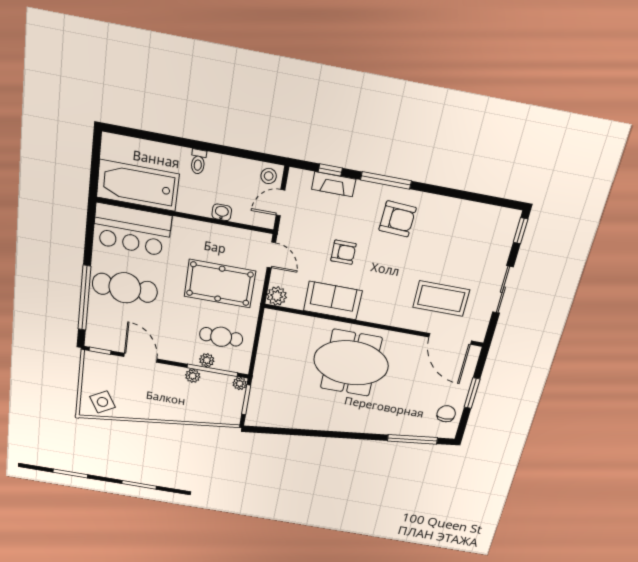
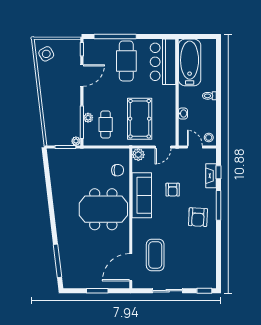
sofa: (333, 301) -> (142, 195), width x1.36
meeting table: (351, 363) -> (103, 209), turned 90
plant: (193, 376) -> (76, 110), removed
chair: (446, 414) -> (118, 170), moved

